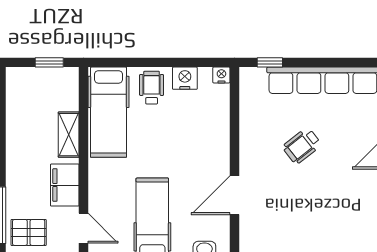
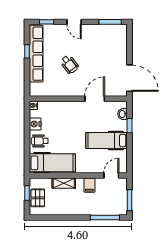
window: (270, 62) -> (27, 51), moved
filing cabinet: (65, 185) -> (89, 185), width x0.50
door: (234, 195) -> (95, 99), swing flipped
pallet: (29, 232) -> (38, 198), moved

